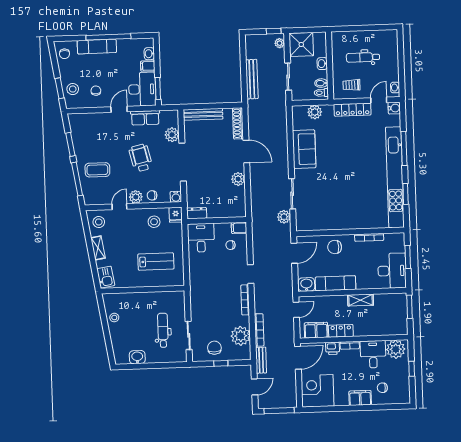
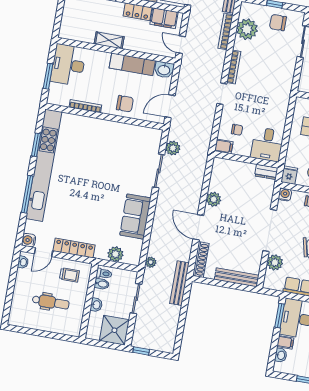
plant: (280, 43) -> (151, 262), moved
bench: (252, 79) -> (180, 283), moved
window: (410, 307) -> (58, 22), removed
door: (296, 310) -> (181, 45), hinge flipped
chair: (214, 348) -> (278, 23), turned 90

